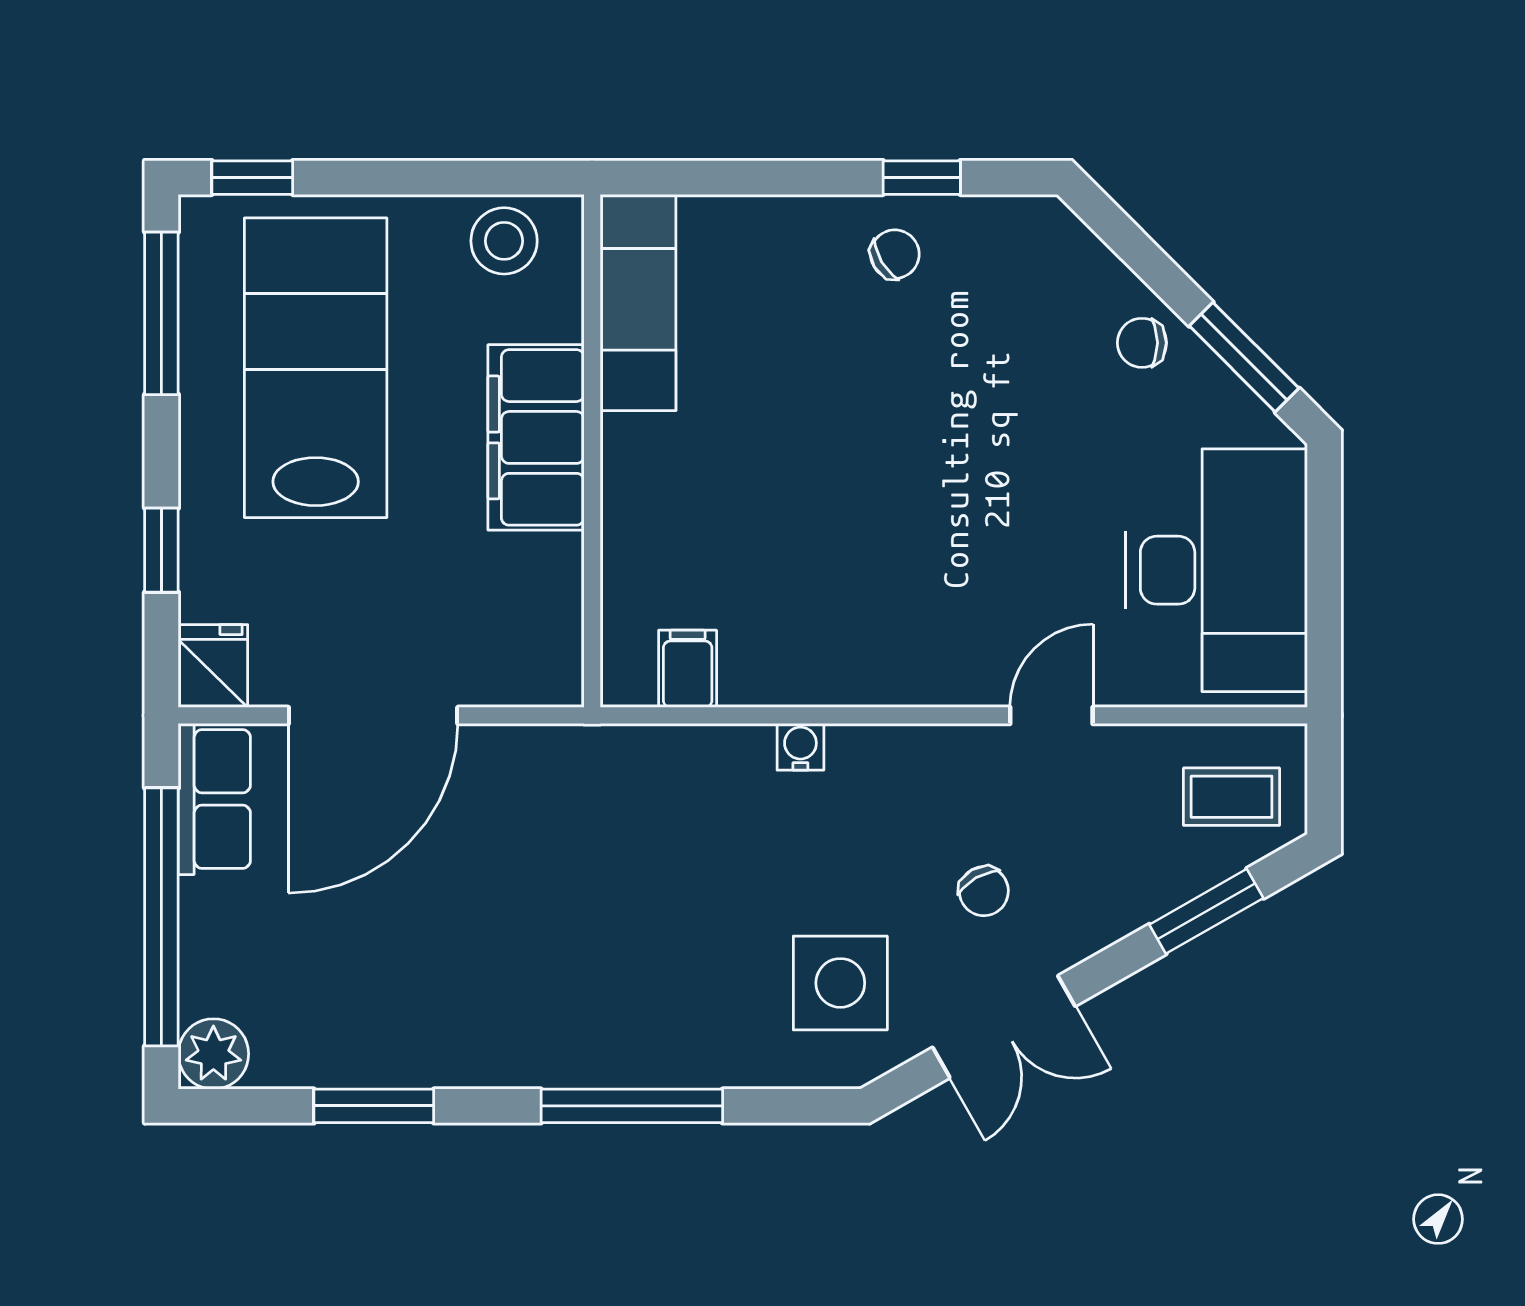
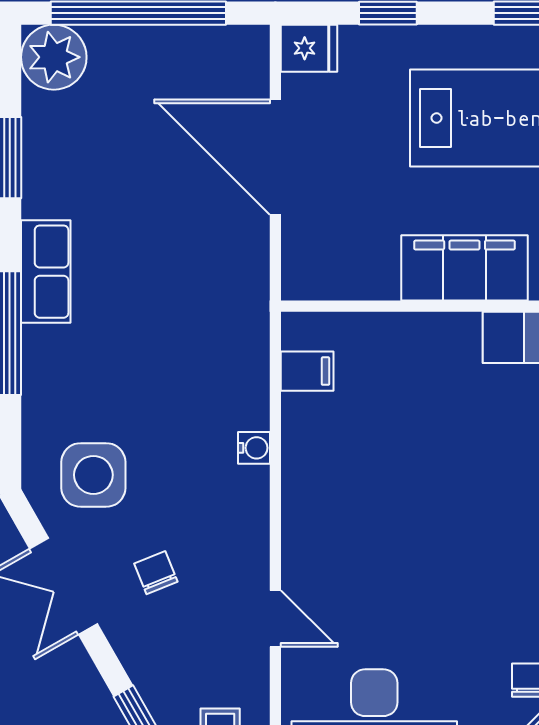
row of seats: (214, 799) -> (46, 272), moved, turned -90
chair: (984, 891) -> (156, 573), turned 98
plant: (213, 1054) -> (54, 57), width x1.36, depth x1.36

